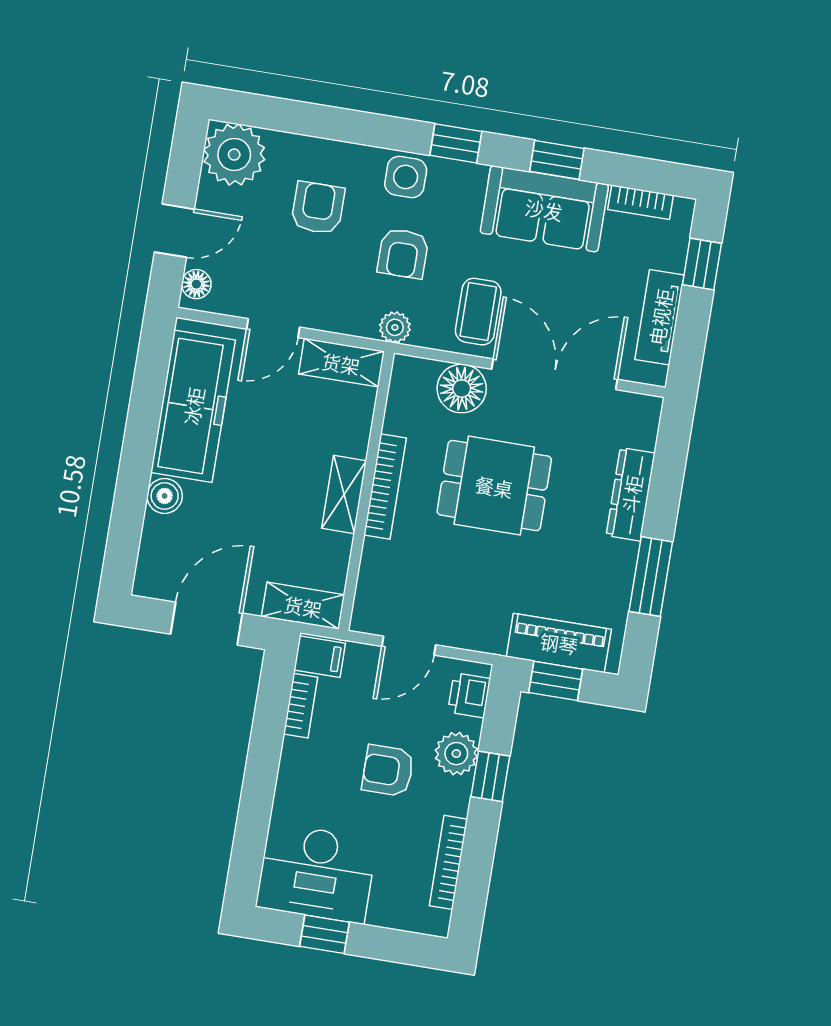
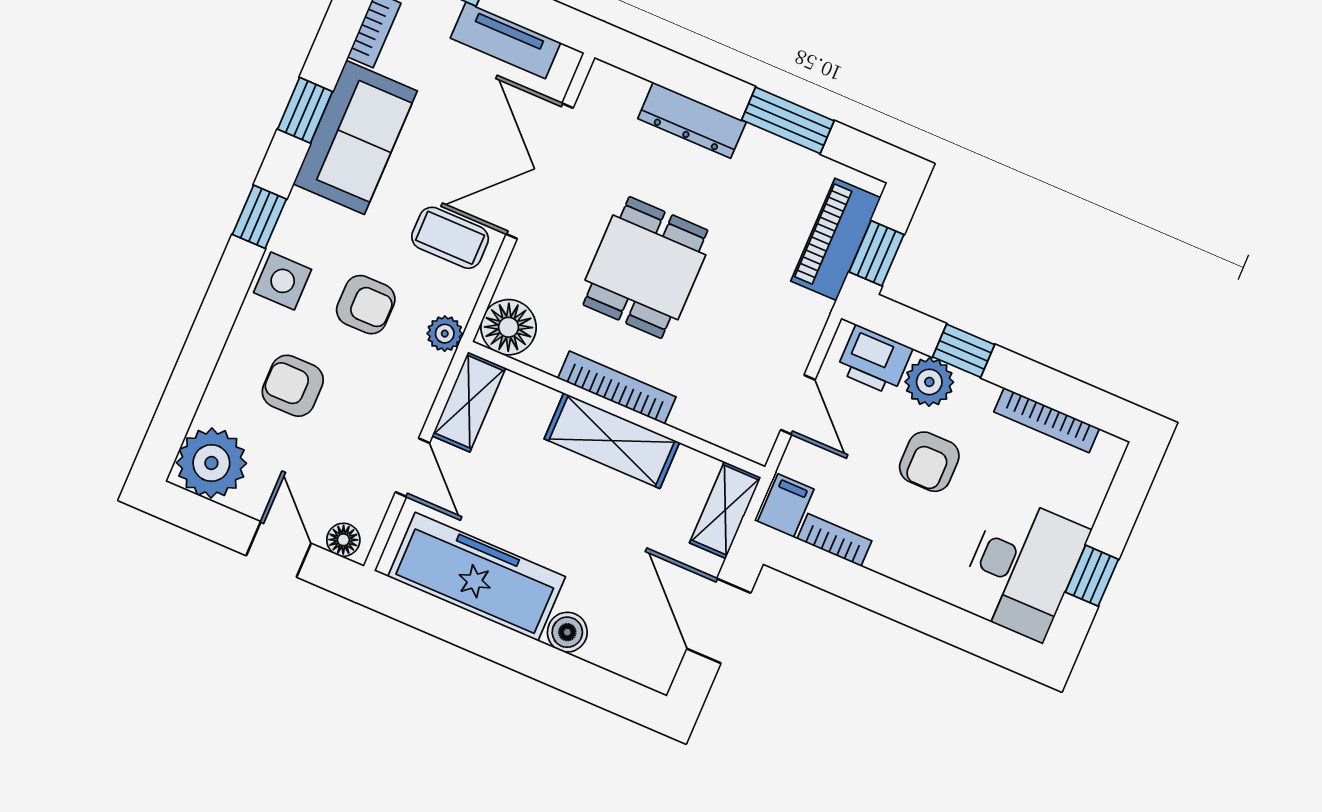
floor lamp: (462, 389) -> (509, 327), moved
shelving: (344, 494) -> (612, 441), width x1.50, depth x1.33
printer: (469, 695) -> (874, 360), width x1.36, depth x1.24

